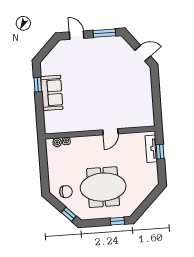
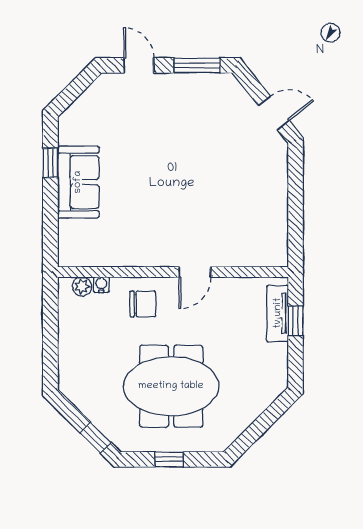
chair: (66, 192) -> (143, 304), moved
window: (117, 221) -> (169, 459), moved

